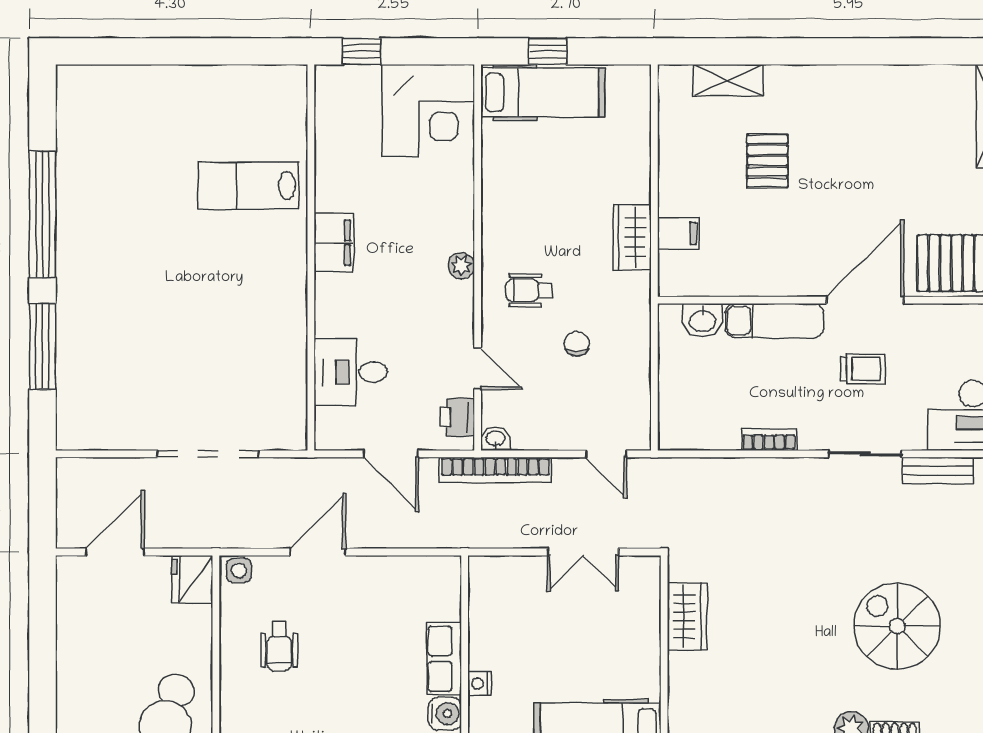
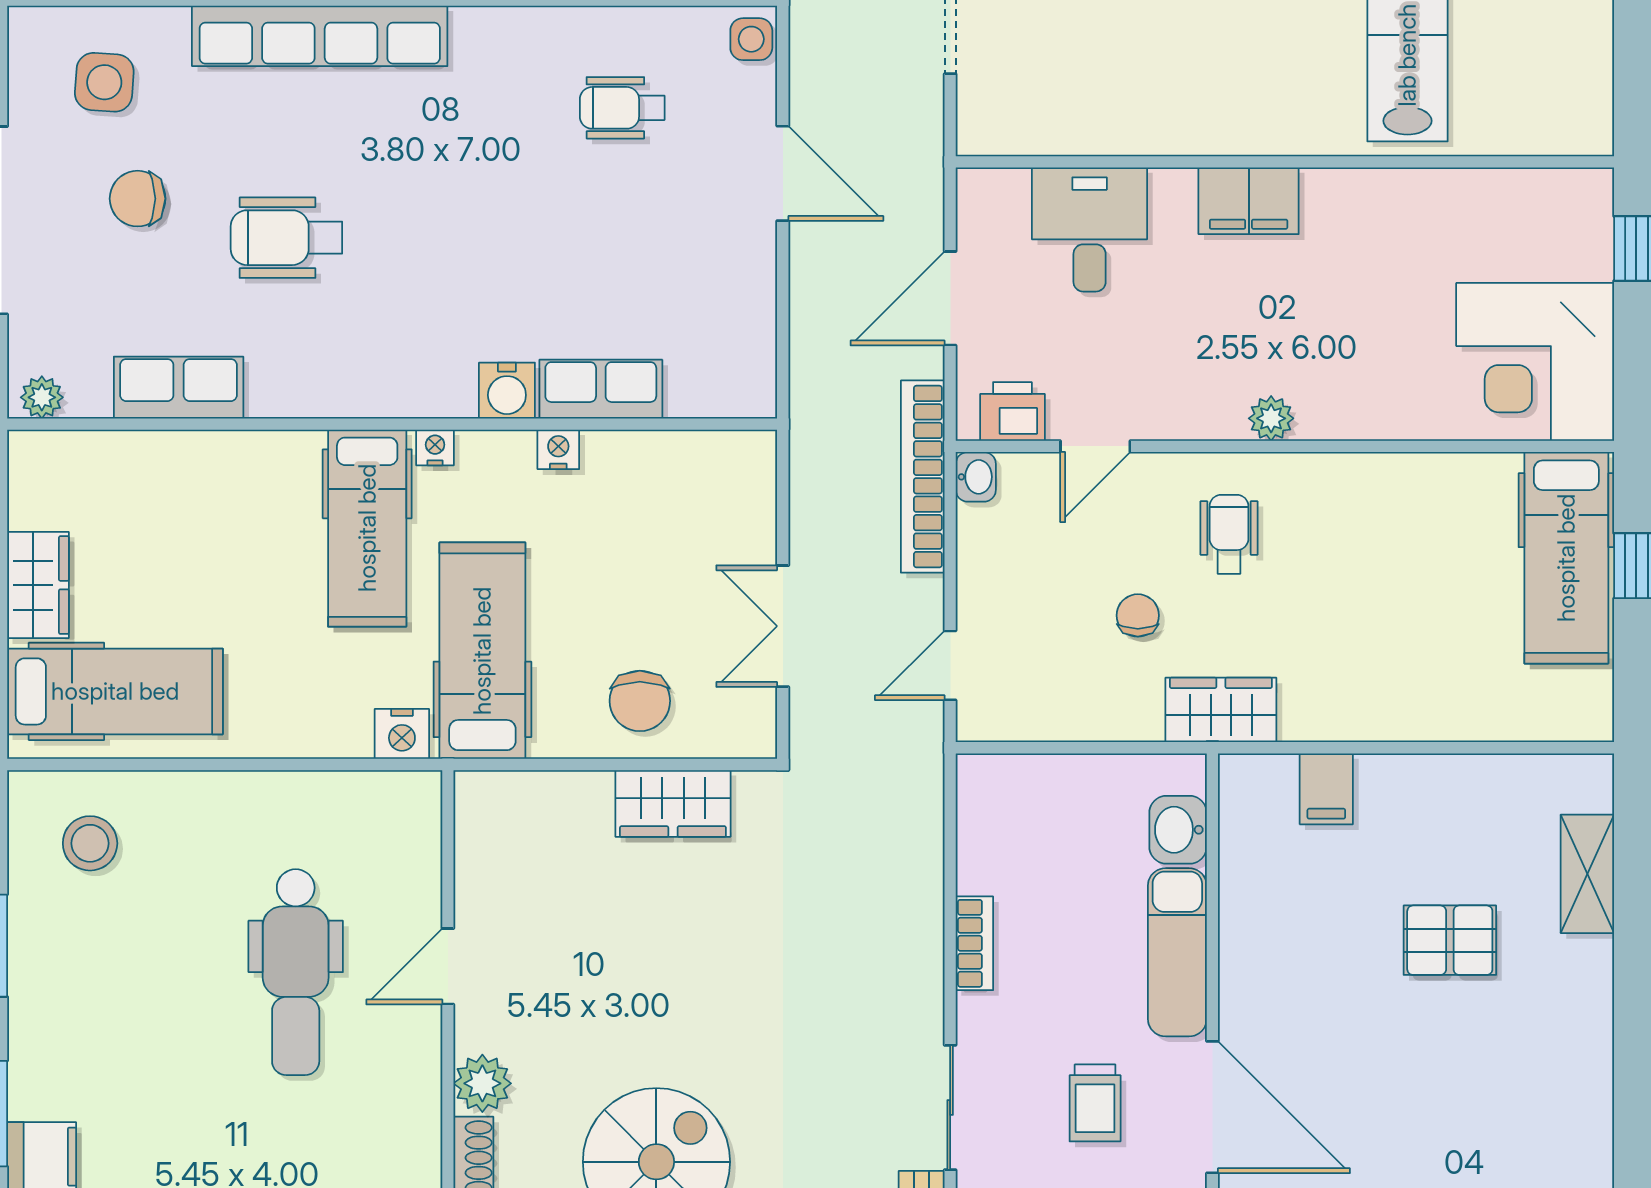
wardrobe: (632, 237) -> (1221, 710), moved
filing cabinet: (334, 243) -> (1249, 201), moved
chair: (577, 344) -> (1138, 615), turned -90
chair: (627, 636) -> (640, 701), added

